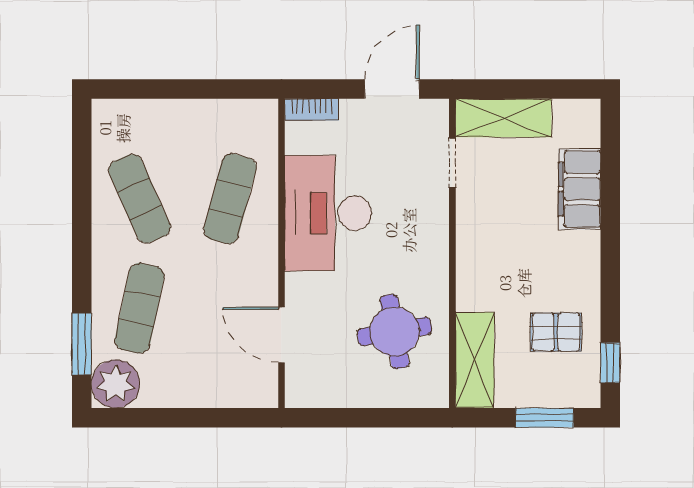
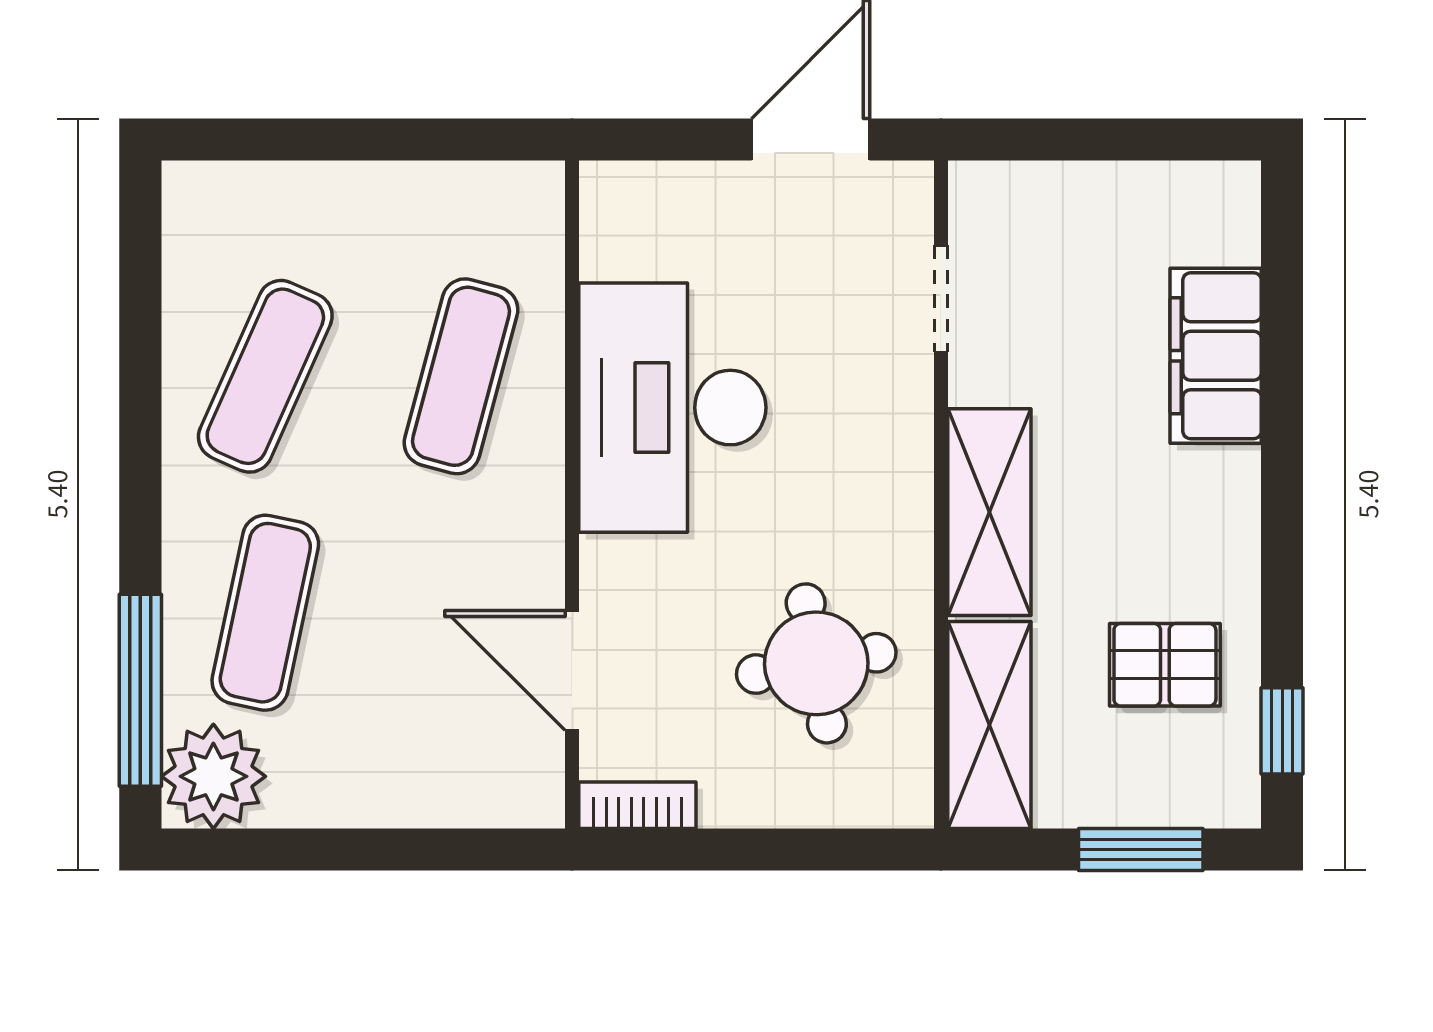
bookcase: (312, 110) -> (637, 805), moved, turned 180
shelving: (503, 118) -> (989, 512), moved, turned 90
exercise mat: (140, 199) -> (265, 376), turned 48
window: (82, 344) -> (140, 690), width x1.44

